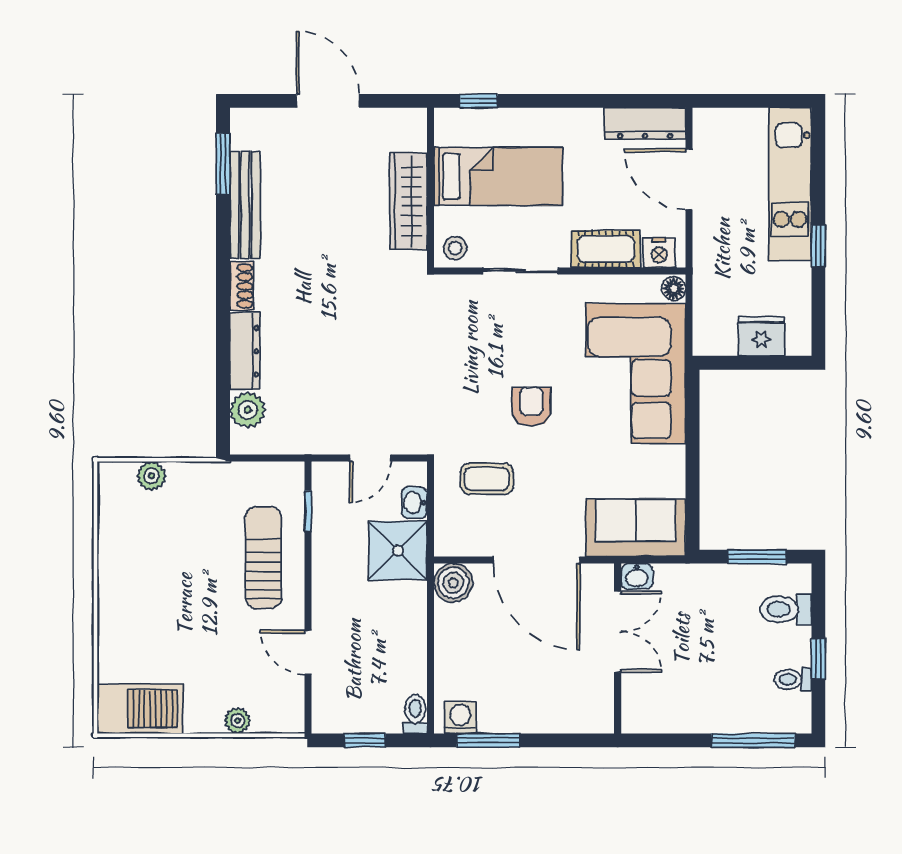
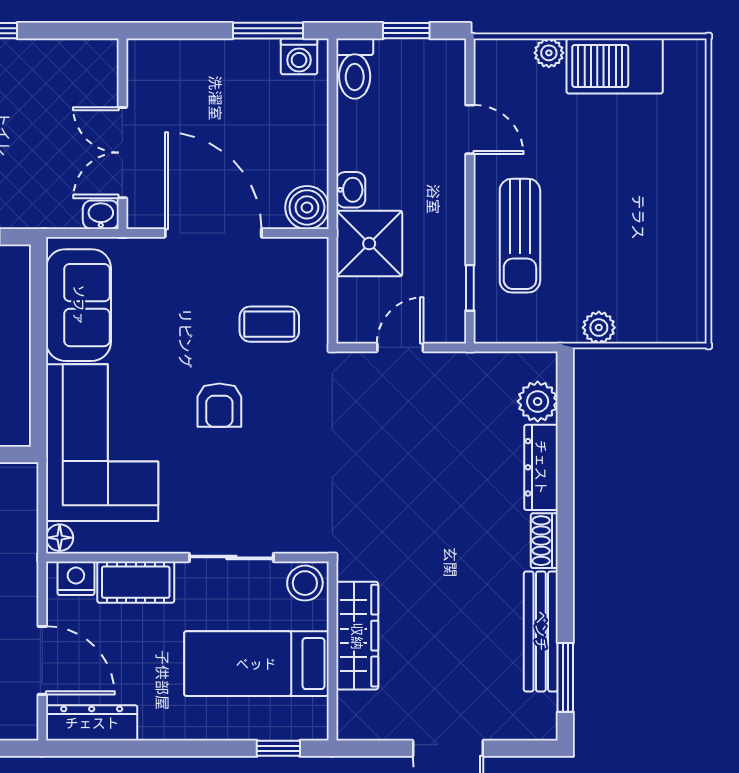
stool: (455, 248) -> (305, 583), width x1.37, depth x1.37
plant: (151, 476) -> (599, 328), moved
washbasin: (414, 503) -> (351, 190), moved
sofa: (636, 528) -> (79, 305), moved, turned -90
barbecue: (140, 709) -> (615, 66), moved
toilet: (415, 714) -> (355, 69), width x1.37, depth x1.39

